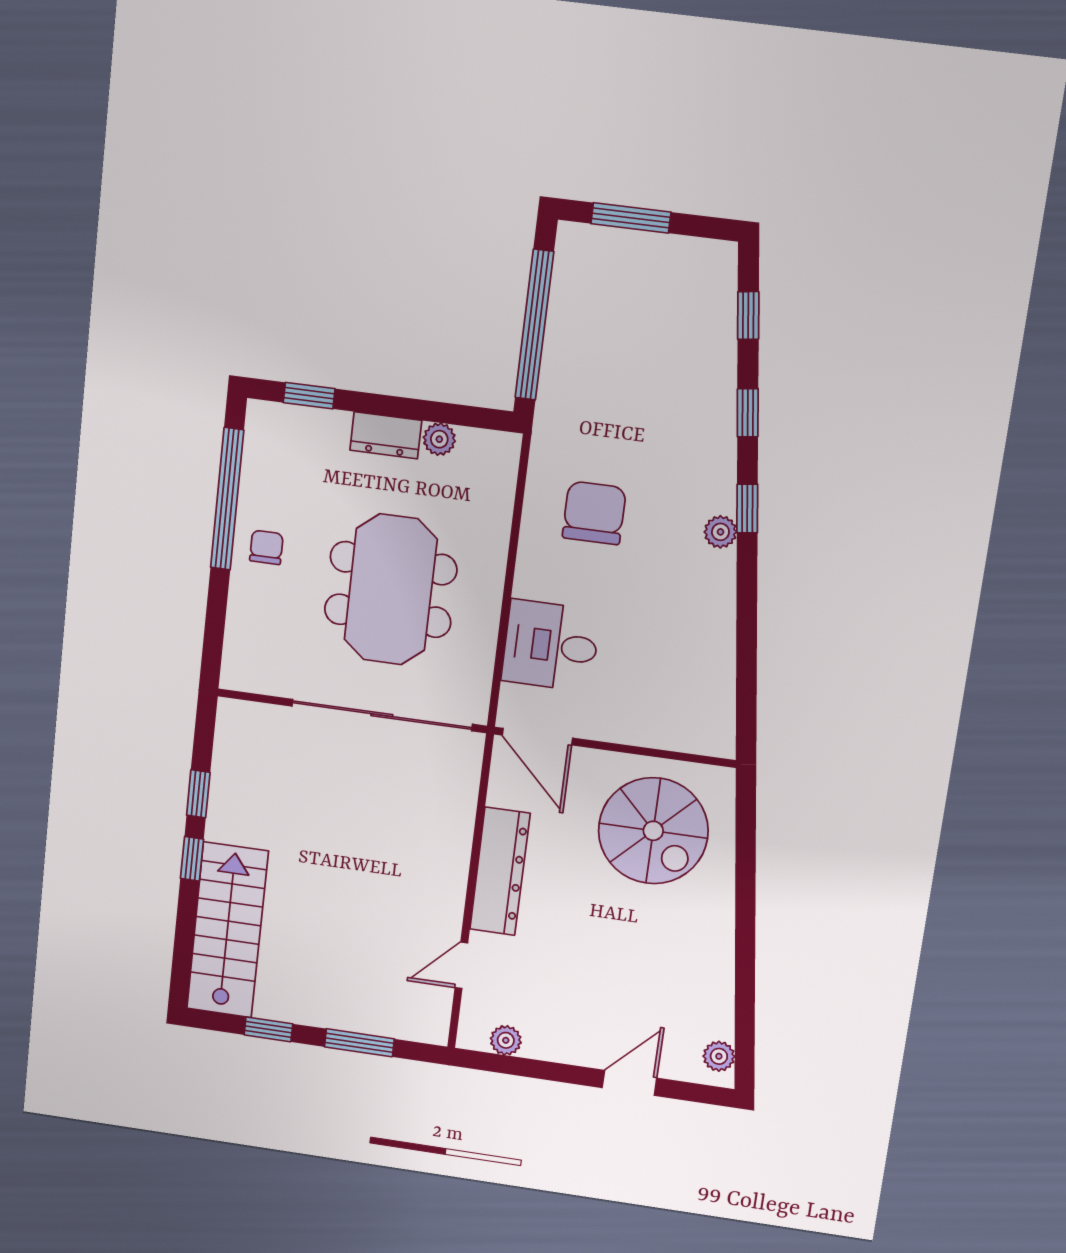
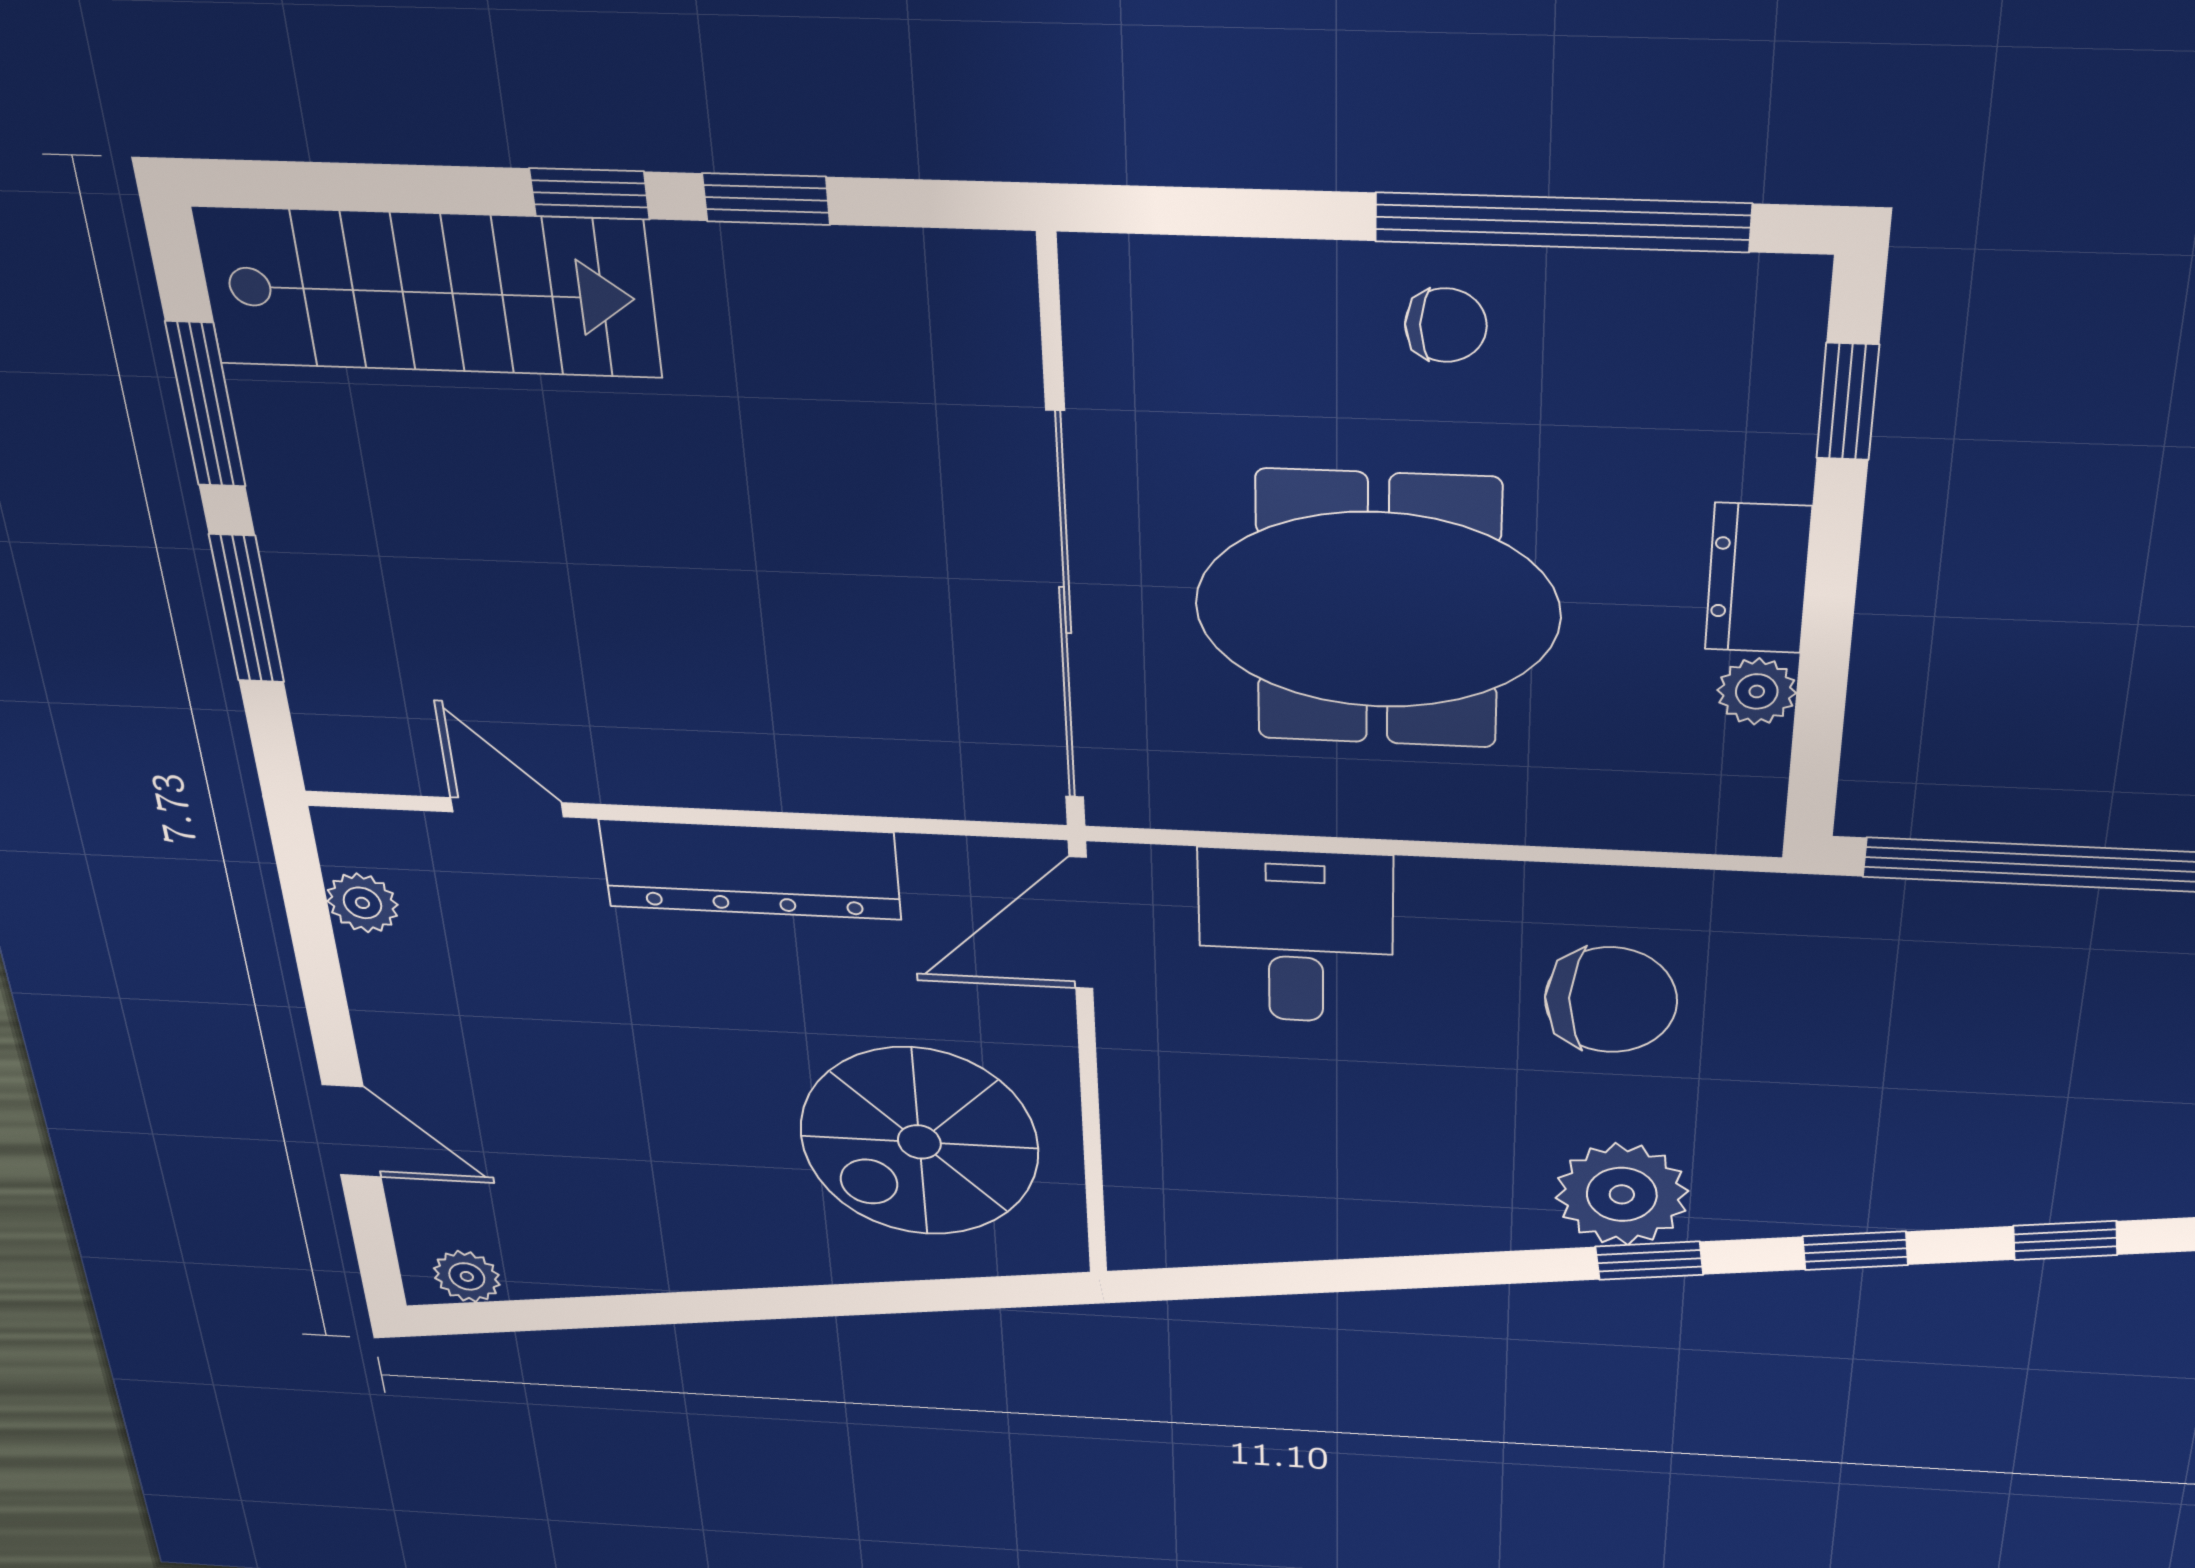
plant: (720, 532) -> (1622, 1194), width x1.88, depth x1.88
window: (268, 1029) -> (206, 405), width x1.50

